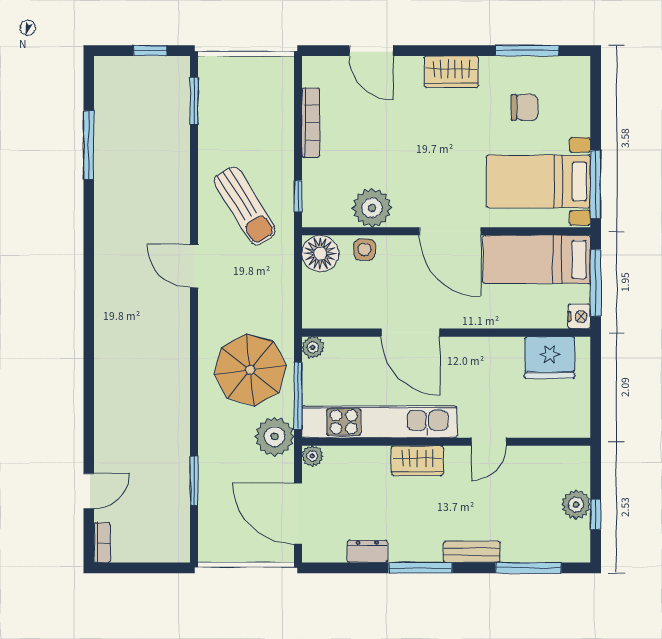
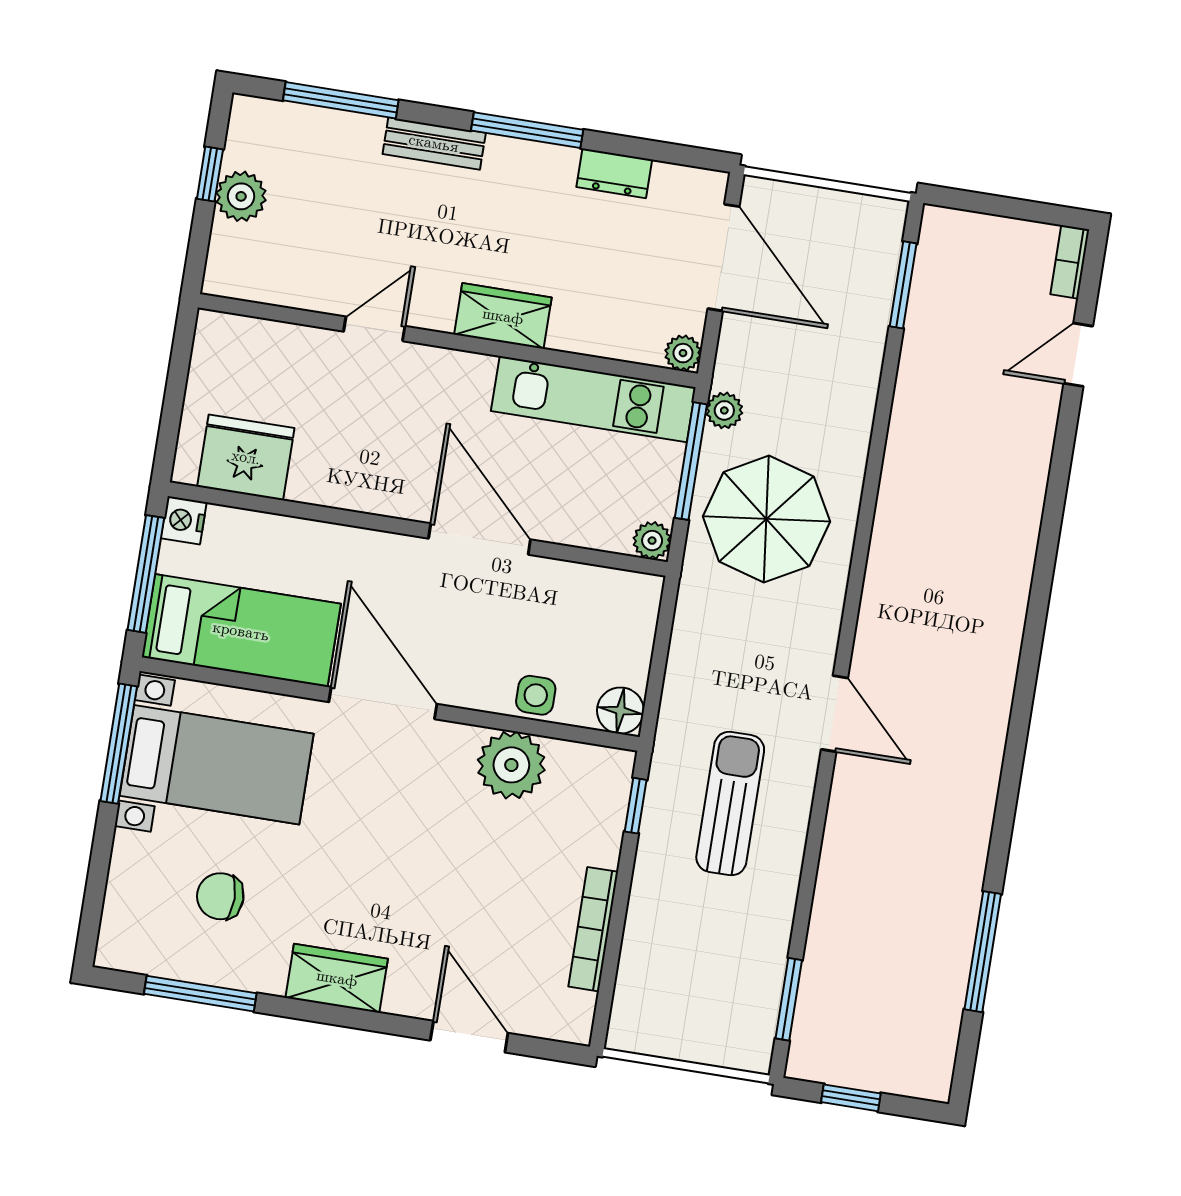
sun lounger: (245, 206) -> (730, 804), turned 32
floor lamp: (320, 253) -> (620, 711), width x0.73, depth x0.73
kitchen unit: (379, 422) -> (593, 399), width x0.73
plant: (275, 436) -> (724, 410), width x0.53, depth x0.53
window: (194, 481) -> (903, 285), moved

